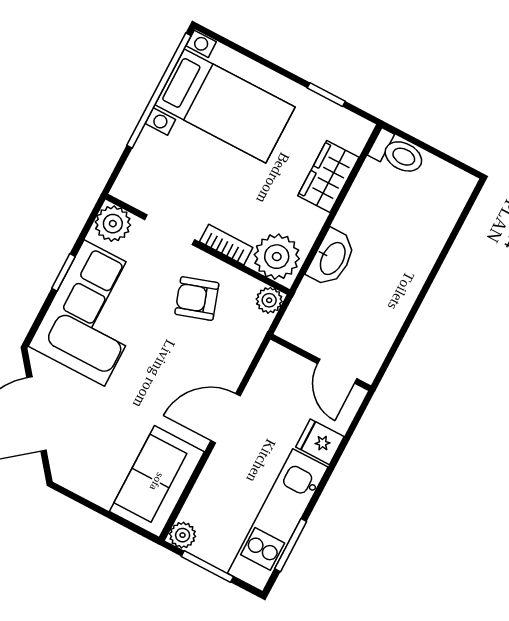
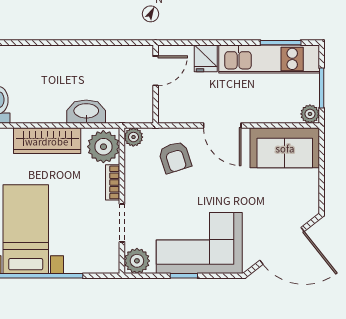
wardrobe: (328, 177) -> (47, 141), width x1.50
armchair: (197, 299) -> (175, 157), moved

